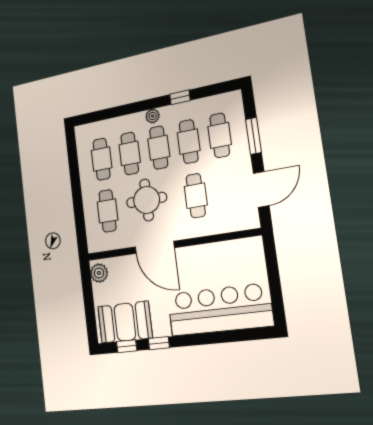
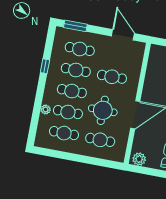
plant: (153, 116) -> (46, 110), moved
window: (254, 136) -> (75, 26), moved

